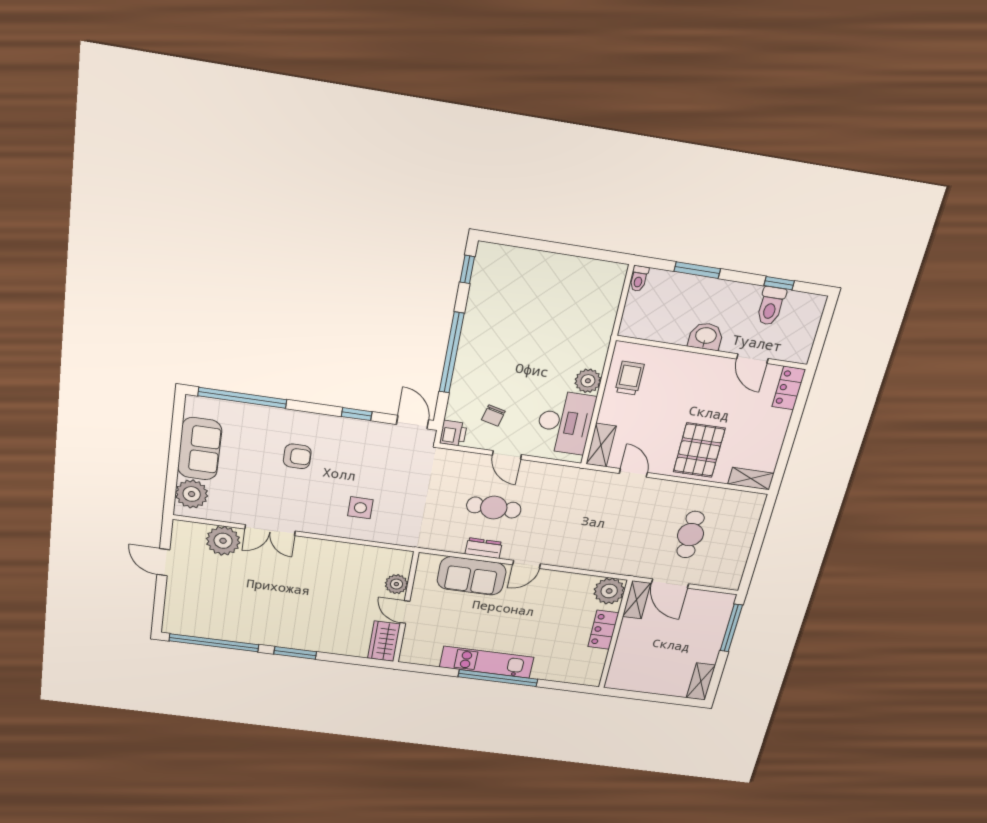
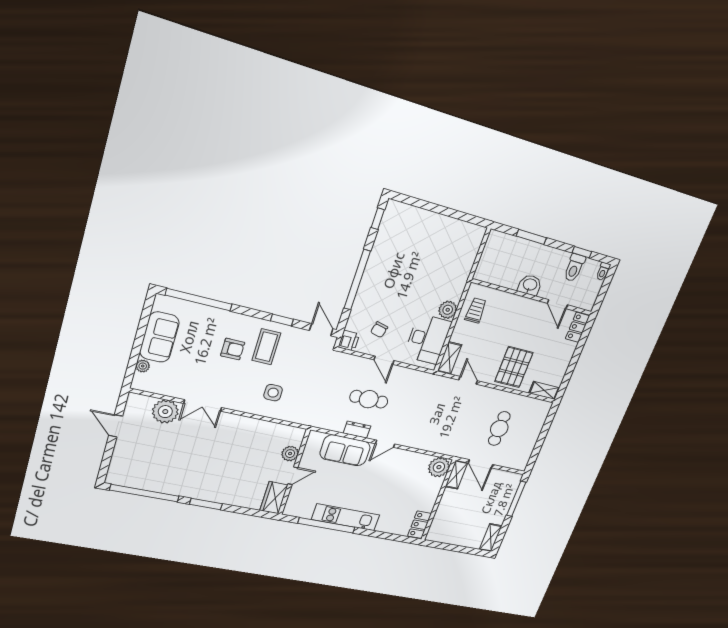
toilet: (639, 279) -> (603, 271), moved
coffee table: (342, 450) -> (266, 347), added
plant: (192, 494) -> (143, 366), width x0.53, depth x0.53
door: (405, 612) -> (293, 476), swing flipped
locker: (603, 630) -> (420, 525), moved
window: (498, 678) -> (326, 525), moved

